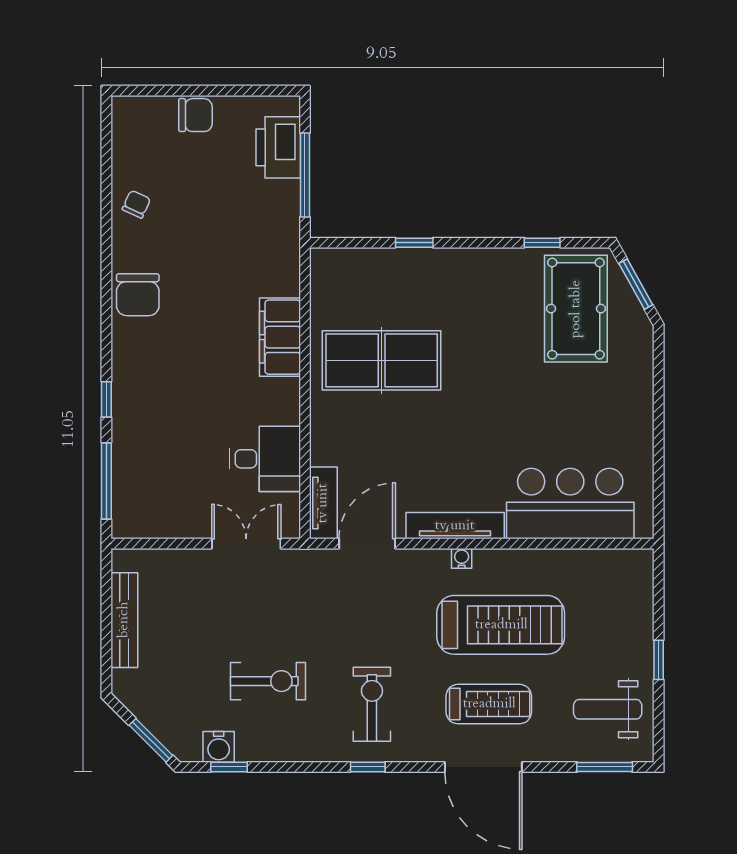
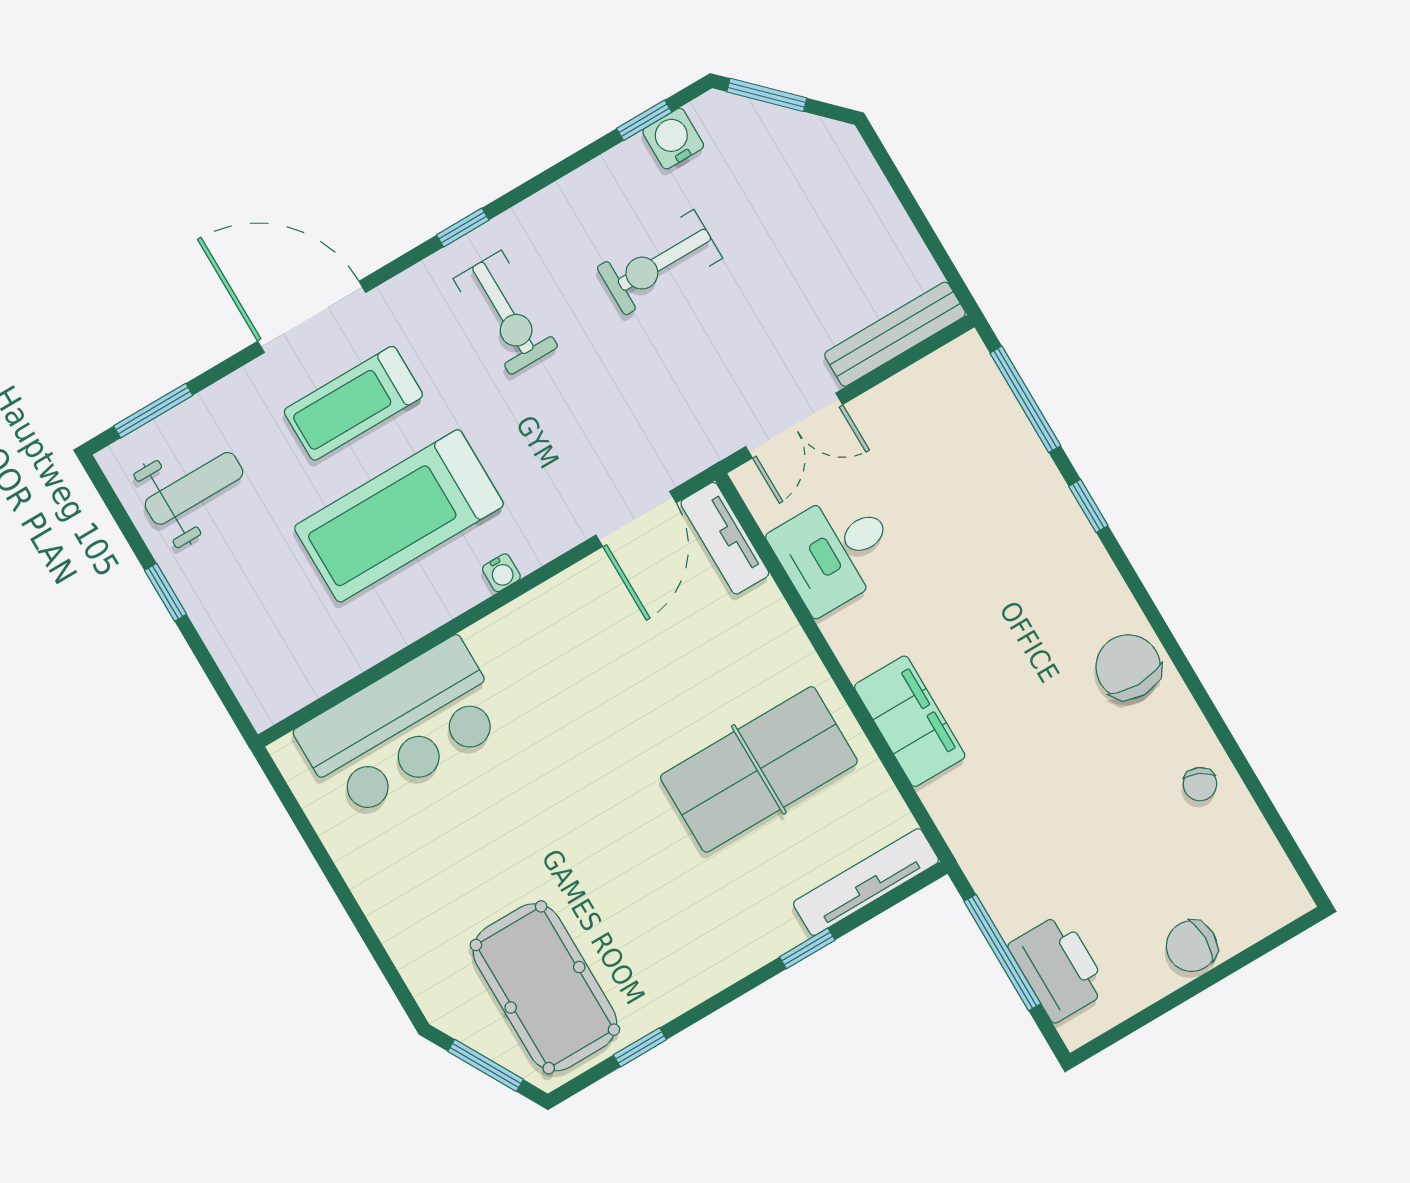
tv unit: (455, 526) -> (866, 882), moved, turned 180
bench: (124, 620) -> (895, 334), moved, turned 90

